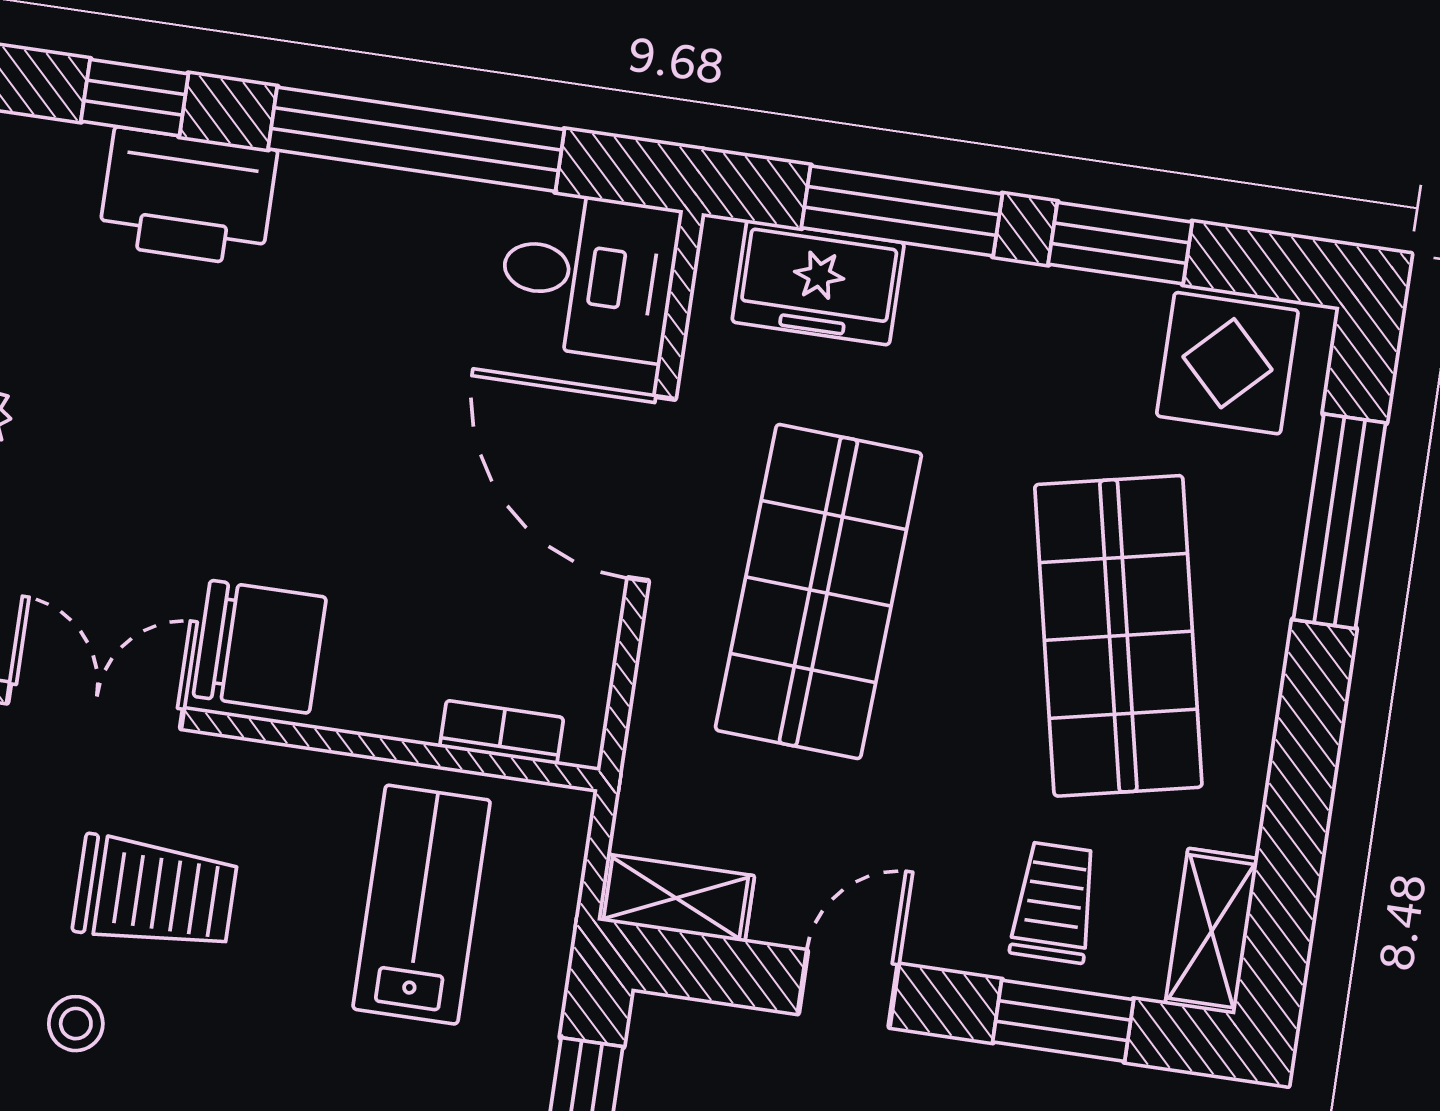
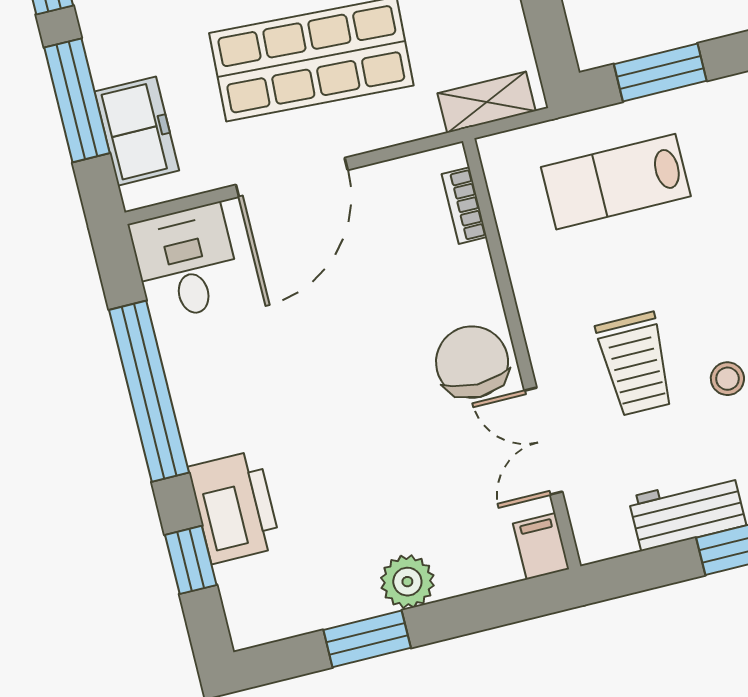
trolley: (155, 893) -> (635, 364), turned 180
shelving: (676, 898) -> (487, 102), moved, turned 90
lab bench: (422, 905) -> (616, 182), moved

